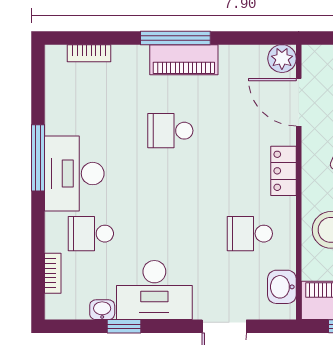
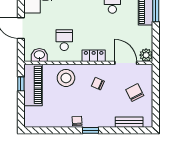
door: (299, 102) -> (126, 63), hinge flipped

